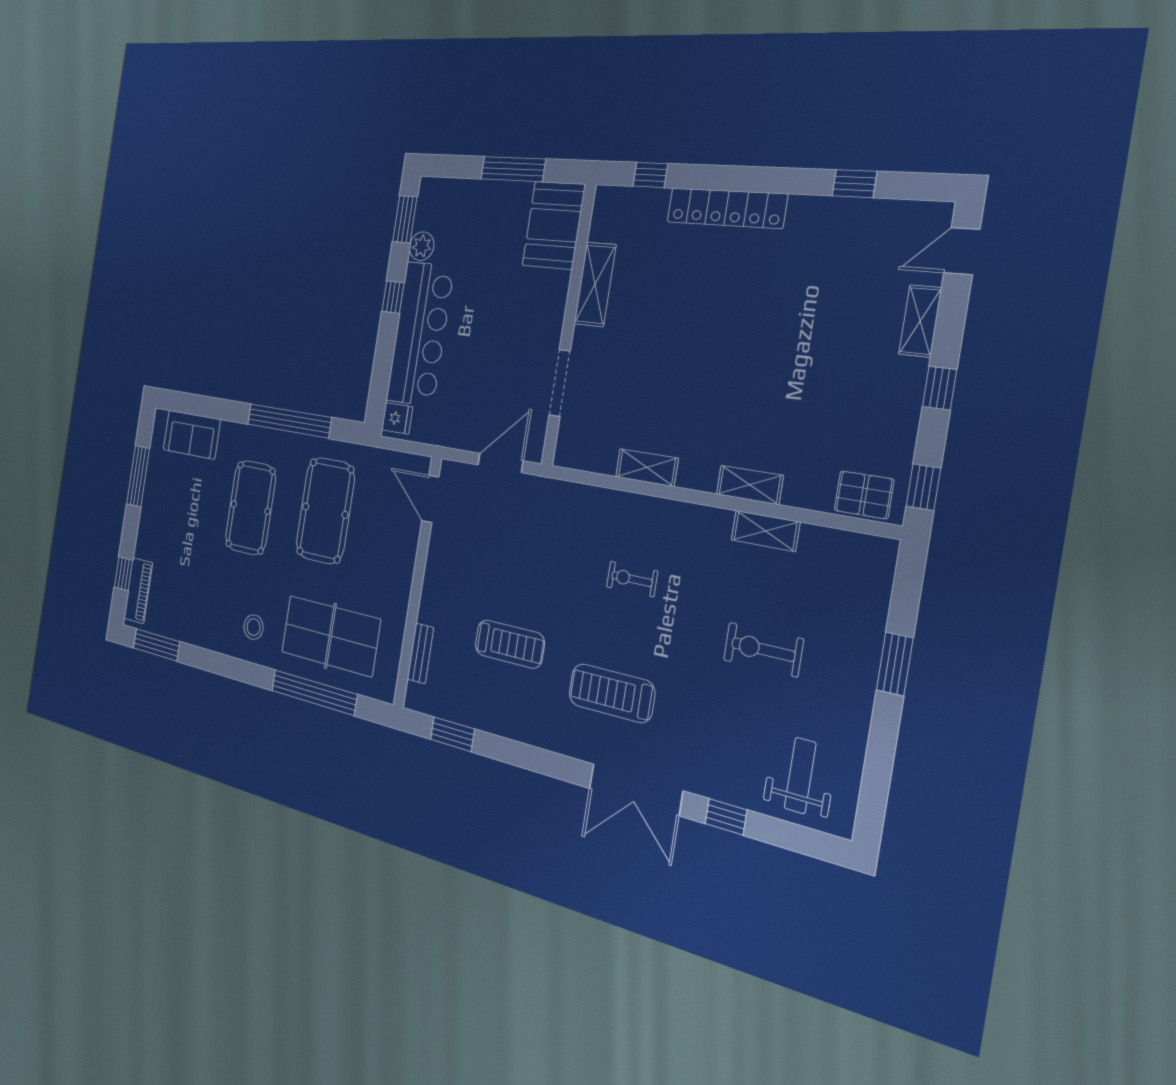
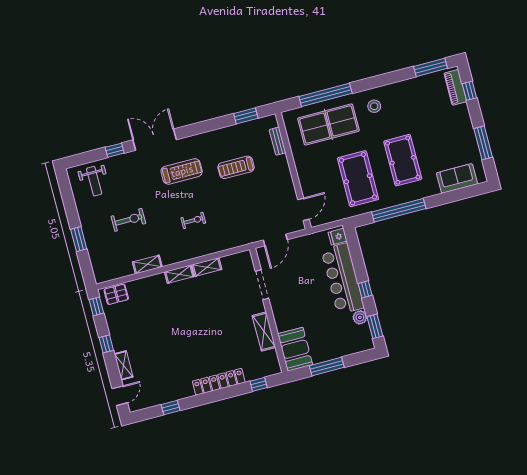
shelving: (750, 485) -> (179, 274), moved
door: (430, 499) -> (303, 209), hinge flipped

